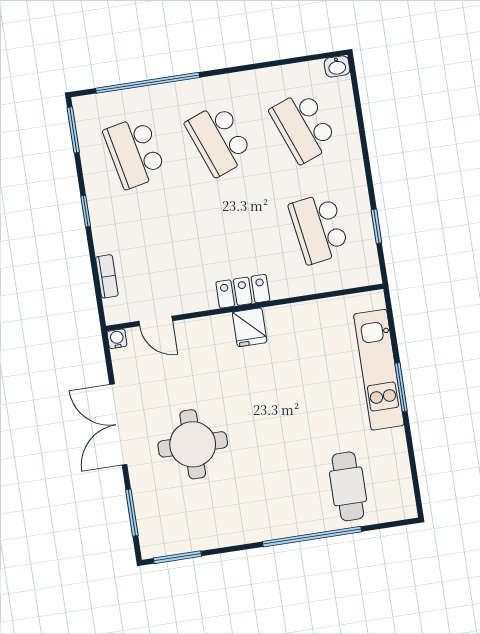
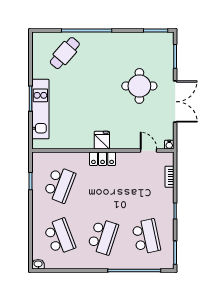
school desk: (219, 140) -> (103, 237), turned 39
school desk: (319, 228) -> (60, 185), turned 30
cafe table: (348, 486) -> (65, 53), turned 41

